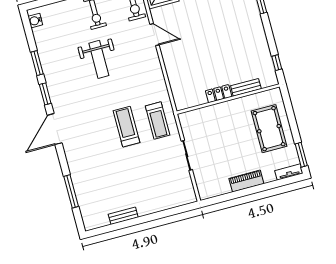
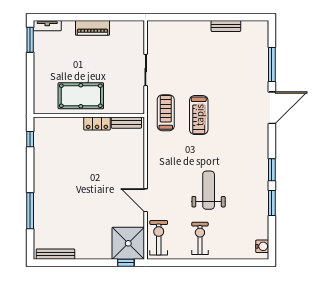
bench: (246, 87) -> (126, 123), moved
door: (55, 129) -> (272, 108), moved
pool table: (269, 129) -> (81, 96), moved, turned 90

